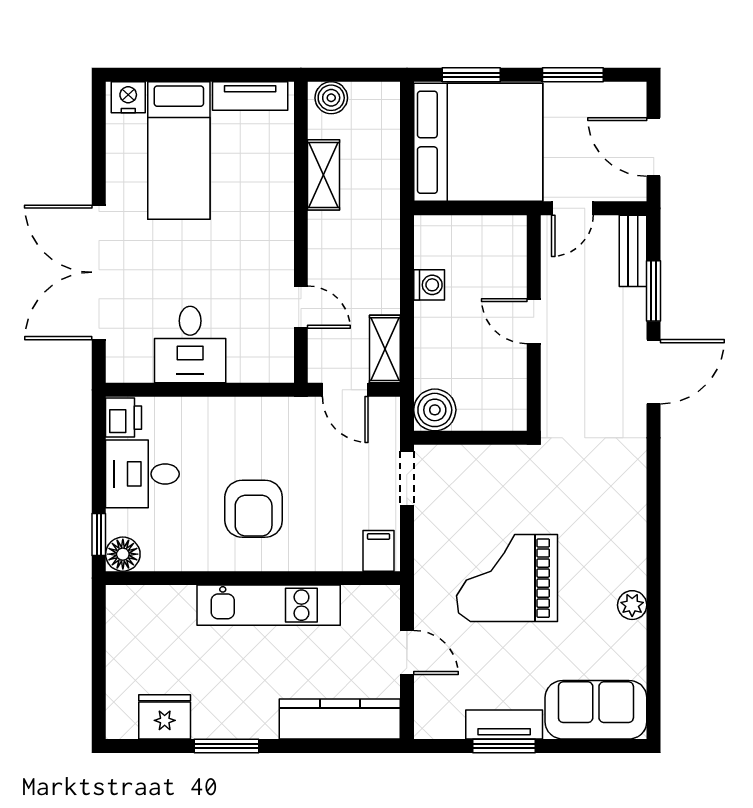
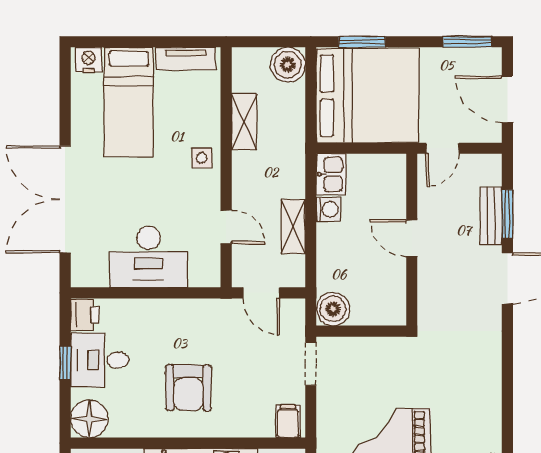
window: (573, 75) -> (467, 42), moved
boiler: (331, 98) -> (288, 65), moved, width x1.36, depth x1.36
side table: (270, 220) -> (202, 158), added
kitchen sink: (433, 241) -> (331, 174), added
bench: (633, 251) -> (491, 216), moved
desk: (190, 345) -> (148, 257), width x1.37
shelving: (385, 349) -> (293, 227), moved
window: (99, 534) -> (65, 363), moved
floor lamp: (123, 554) -> (89, 419), width x1.38, depth x1.38

